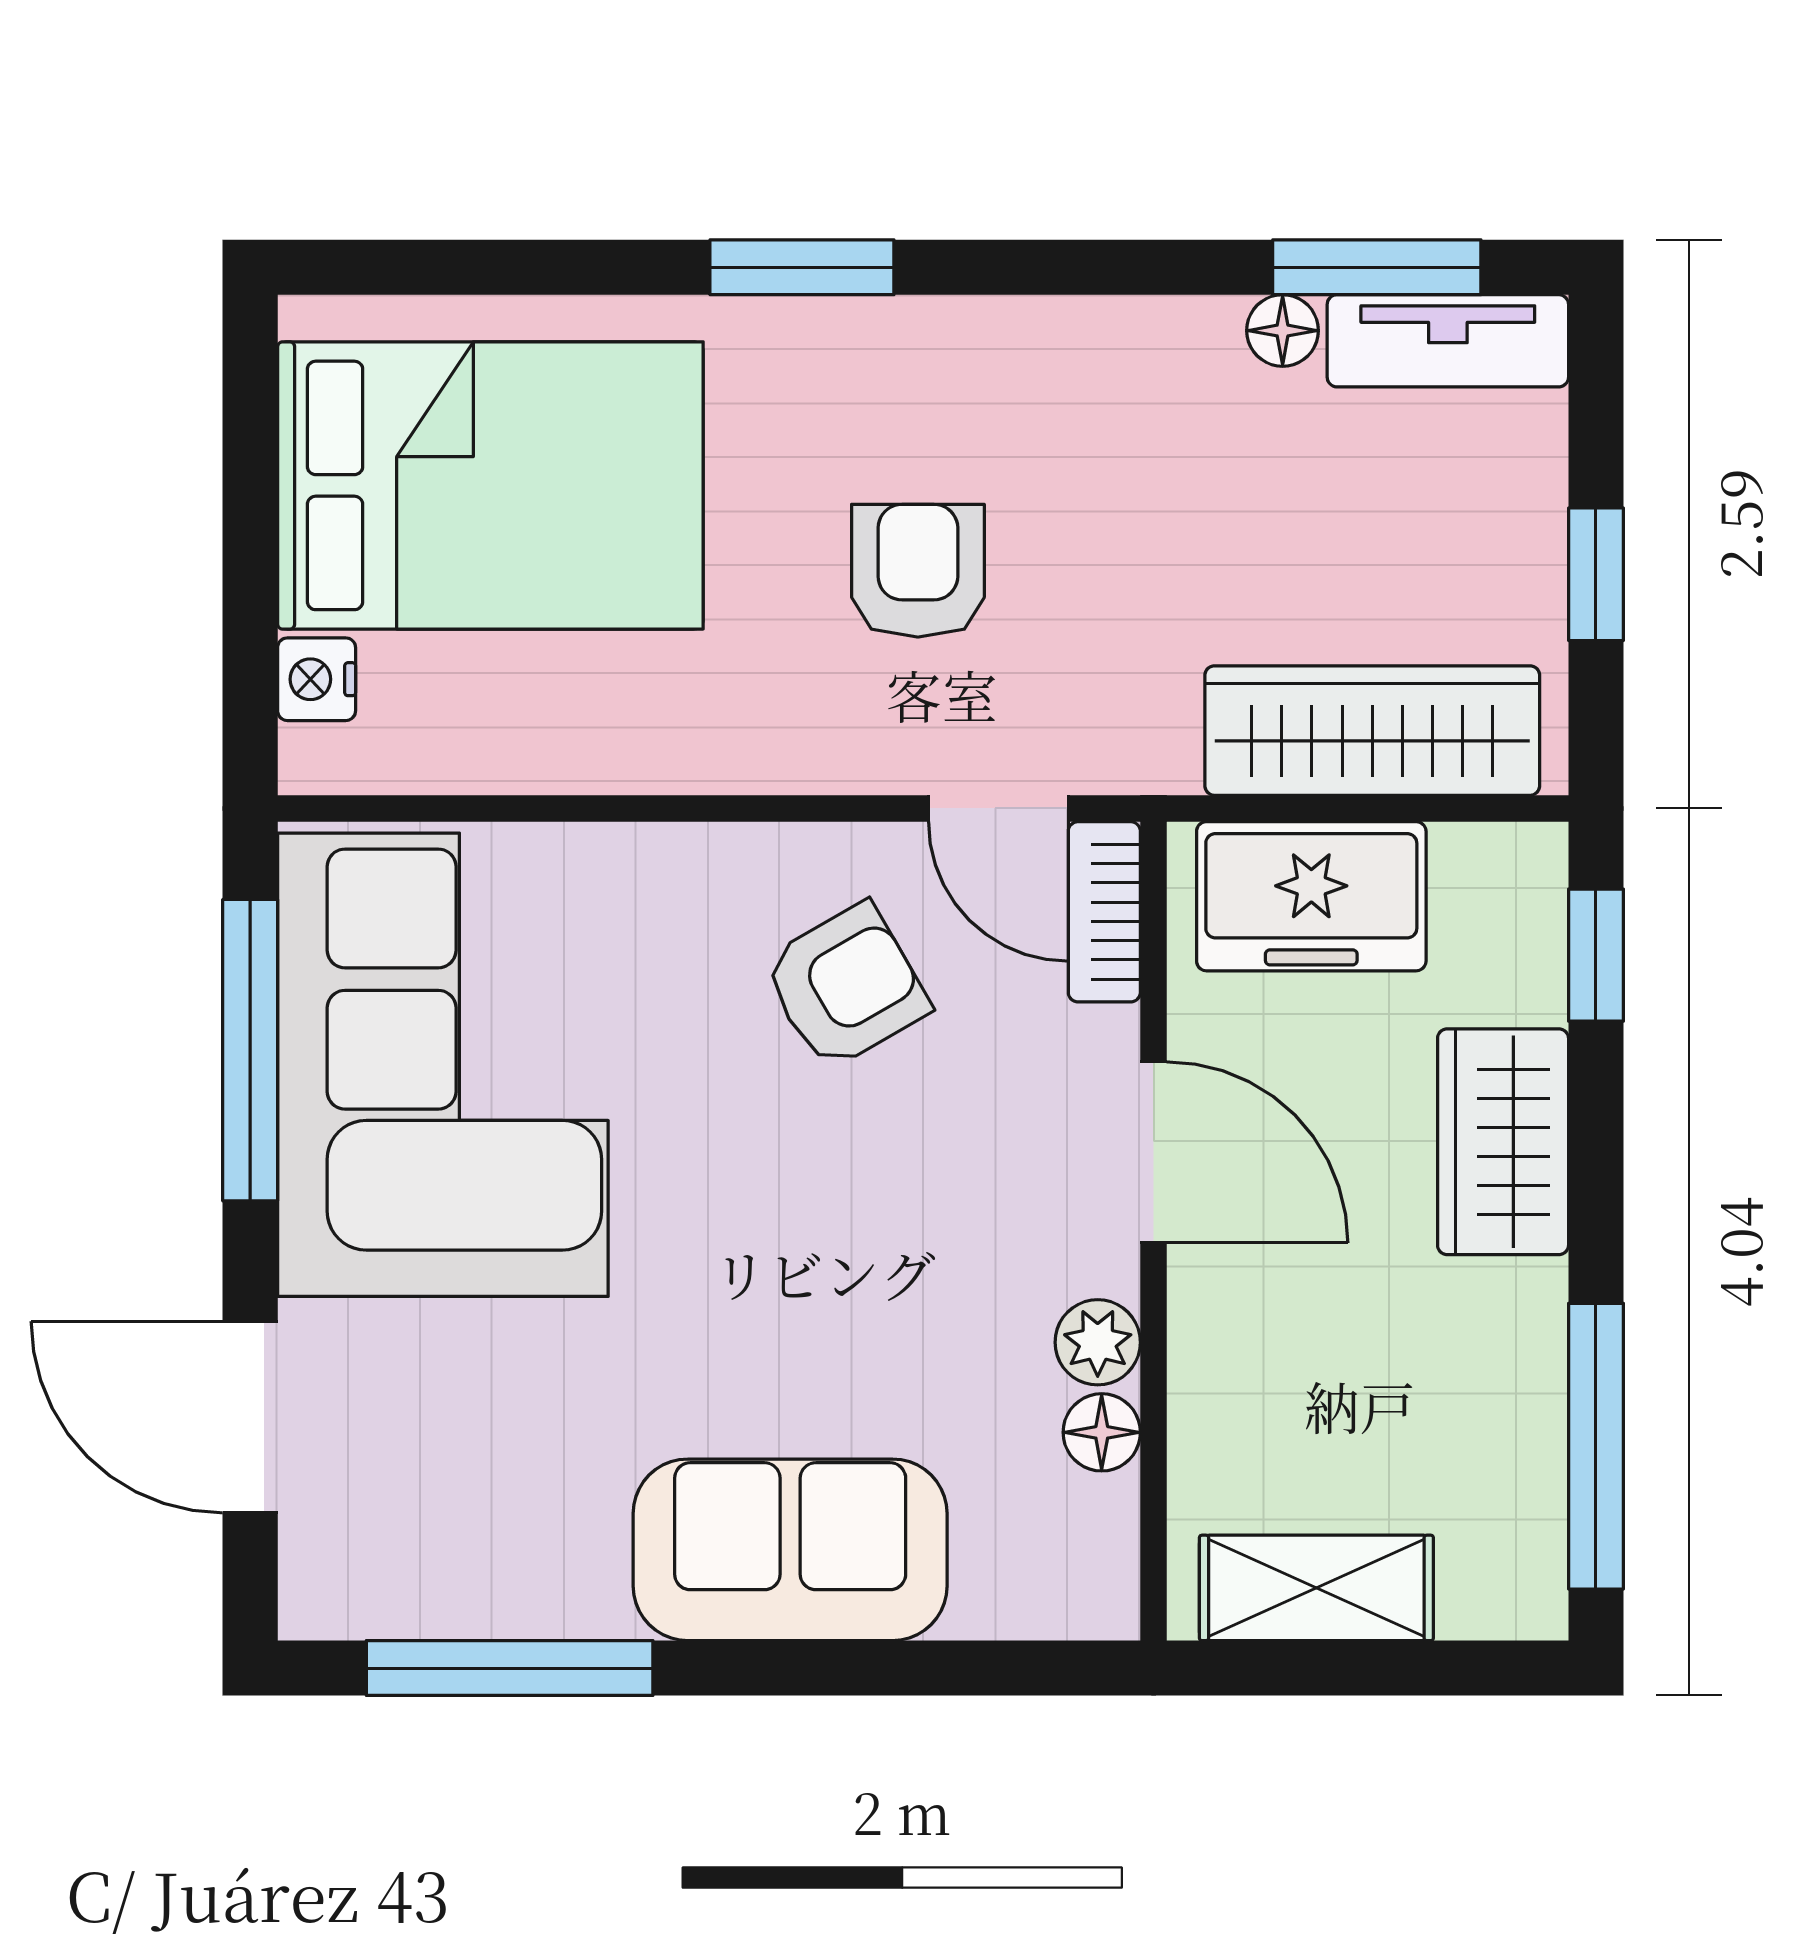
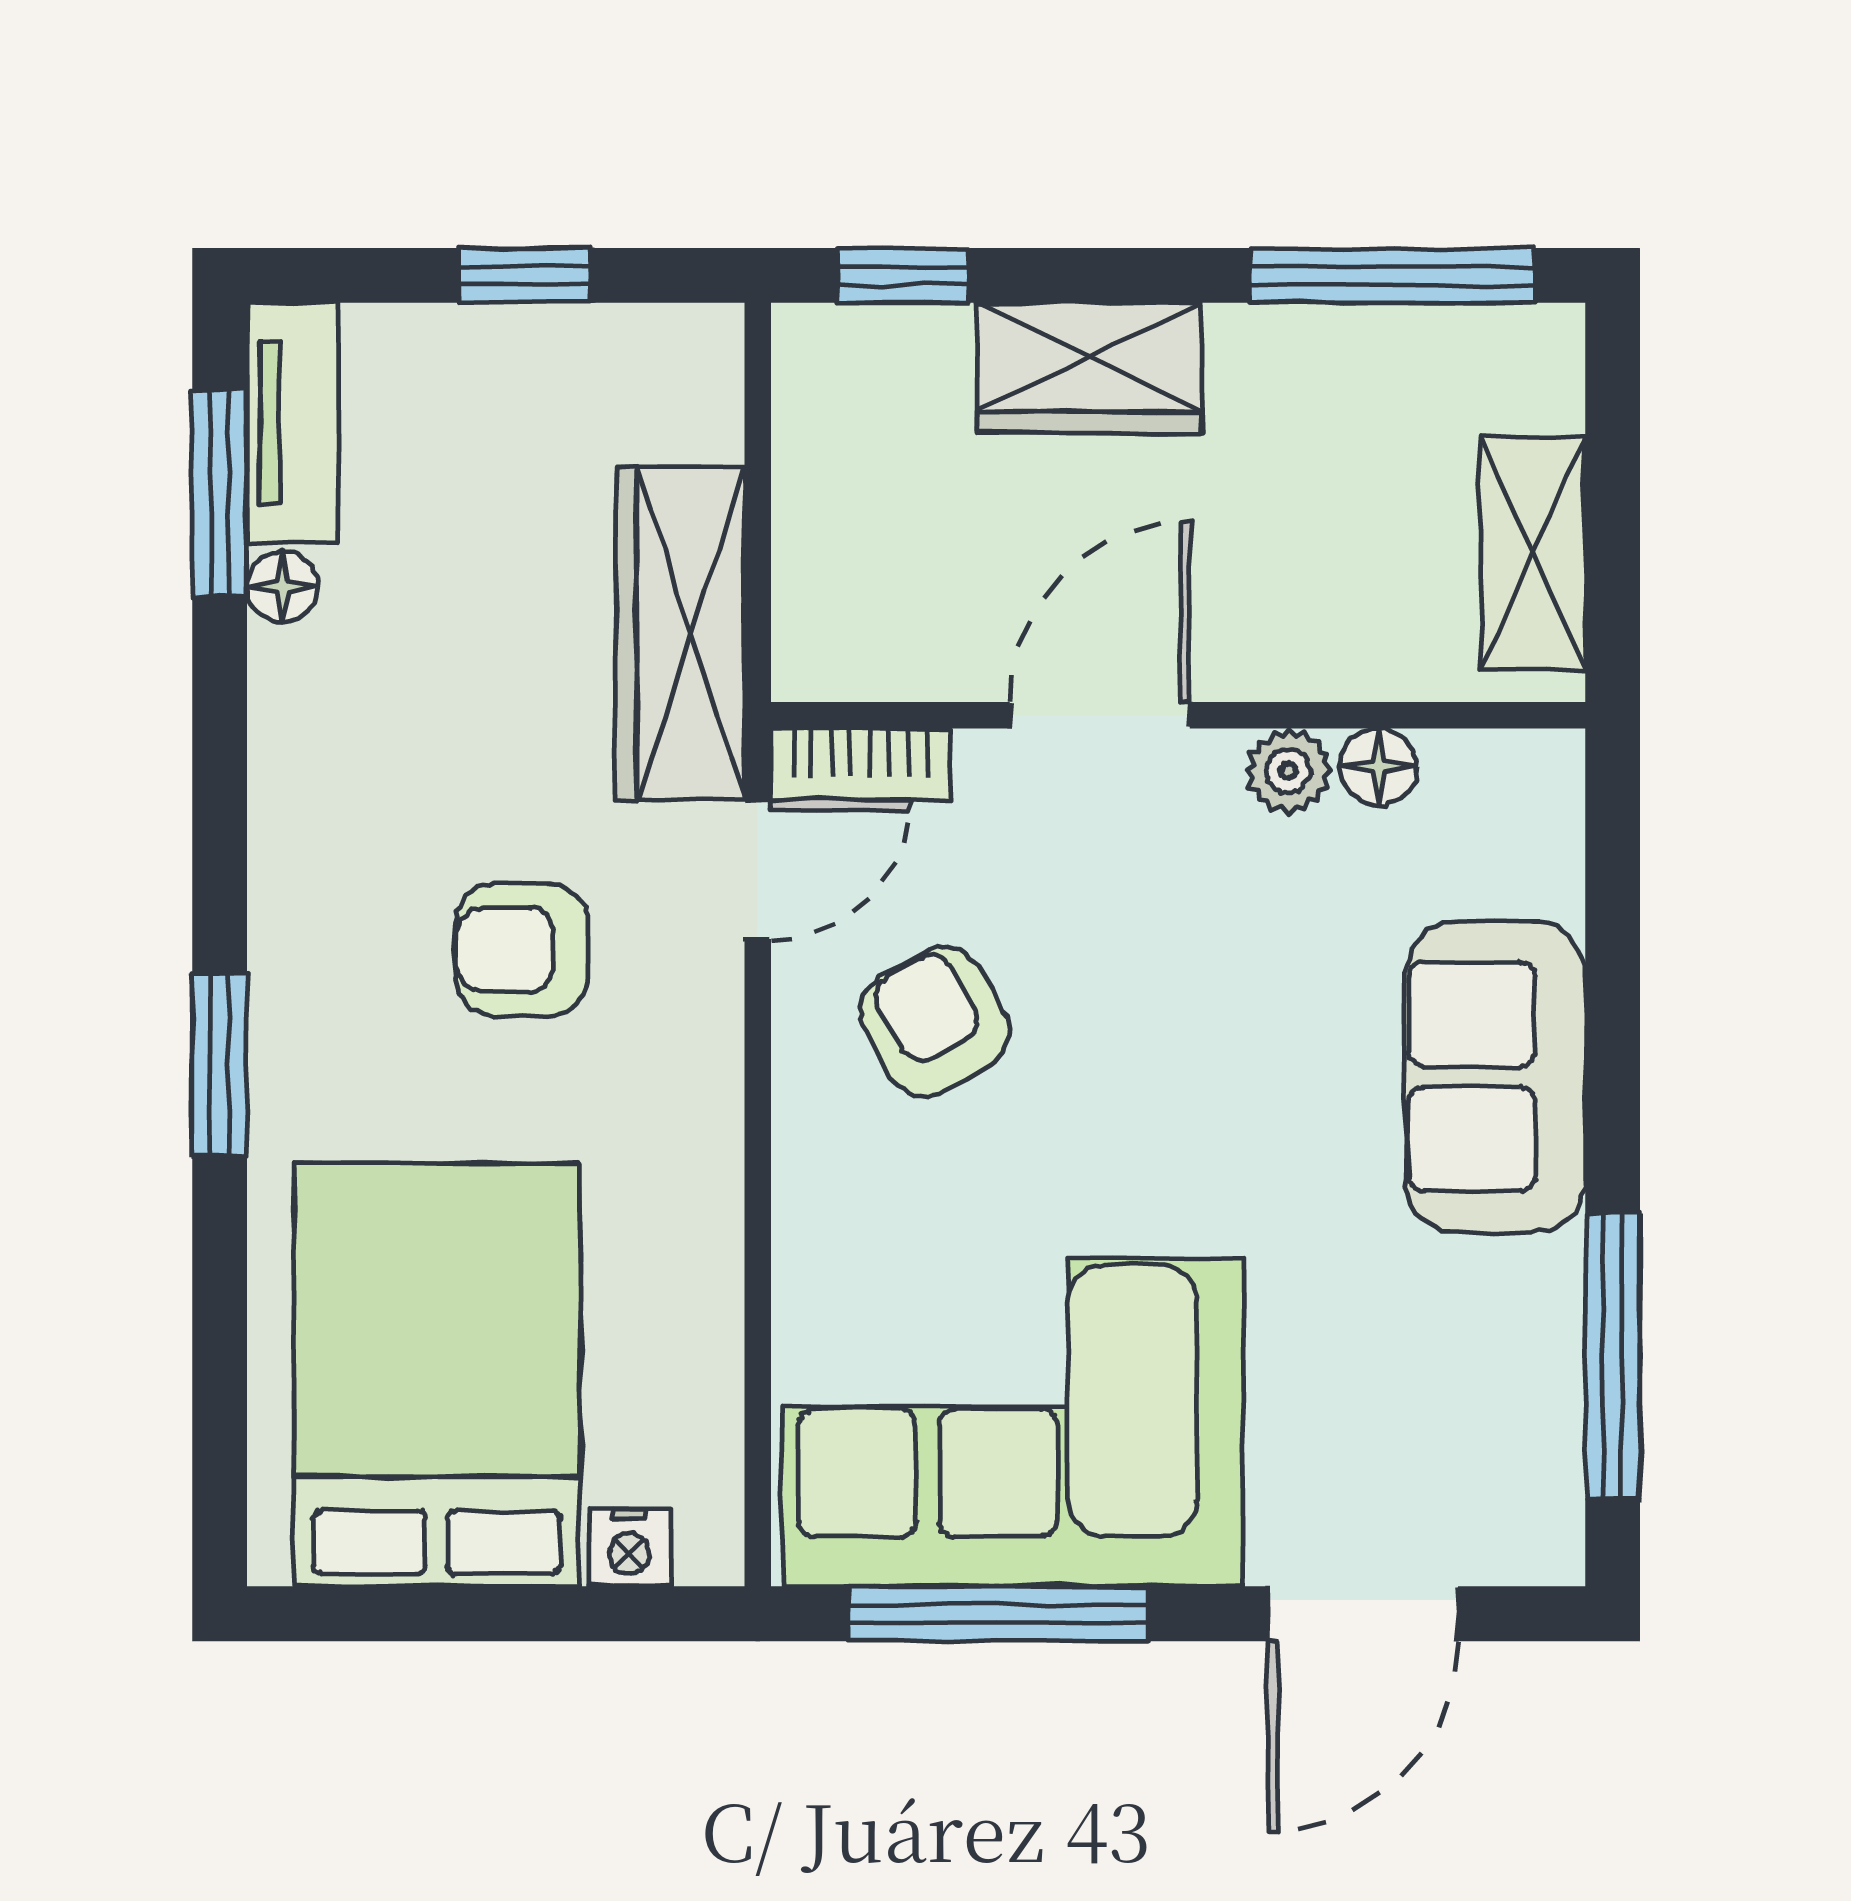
wardrobe: (1372, 731) -> (680, 633), moved
freezer: (1311, 896) -> (845, 558), removed

